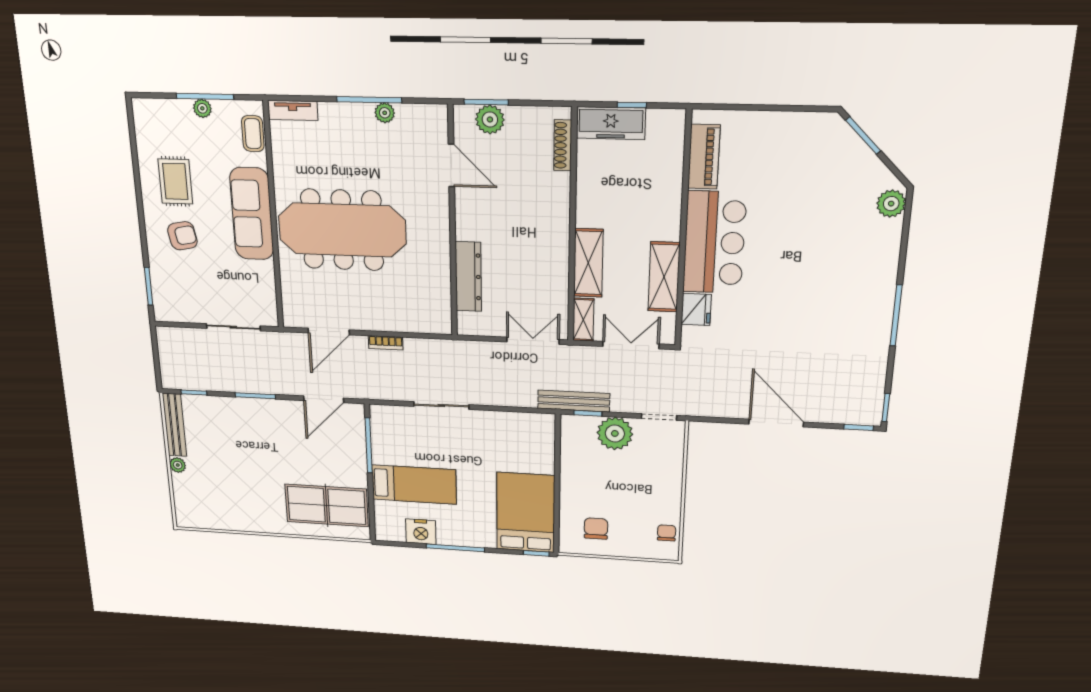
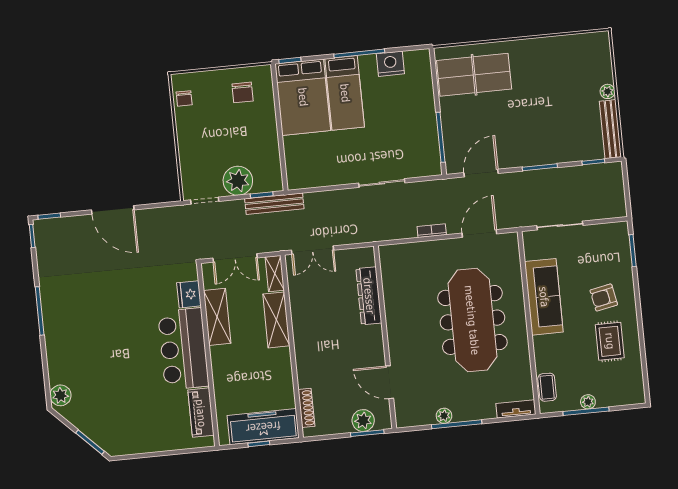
freezer: (611, 123) -> (263, 427), width x1.36, depth x1.26
sofa: (252, 214) -> (544, 297), moved
meeting table: (342, 230) -> (472, 320), turned 90
bed: (414, 485) -> (345, 93), moved, turned -90

